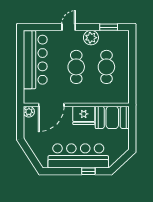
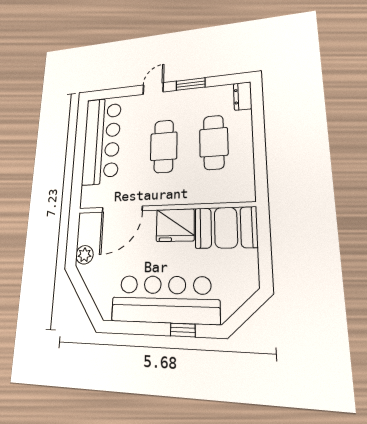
window: (109, 27) -> (191, 84), moved
plant: (91, 38) -> (188, 100), removed
dresser: (124, 39) -> (243, 96), added
plant: (29, 112) -> (84, 255), moved

